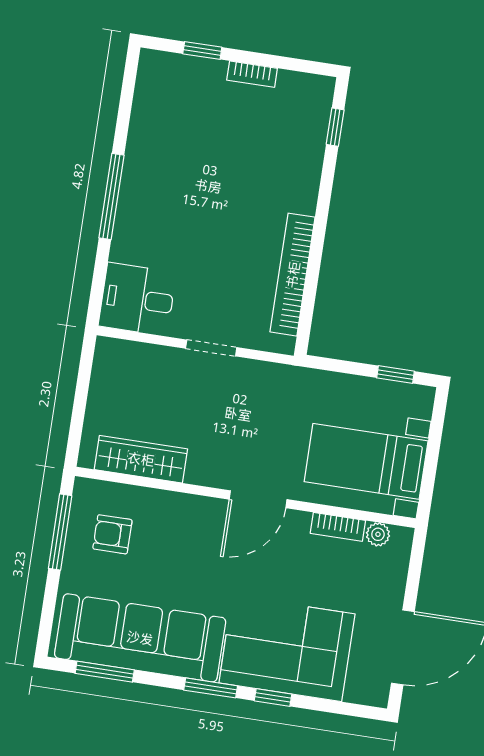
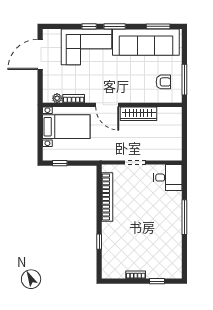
window: (335, 127) -> (99, 242), moved
wardrobe: (141, 459) -> (139, 114), moved
door: (258, 499) -> (107, 105), swing flipped

